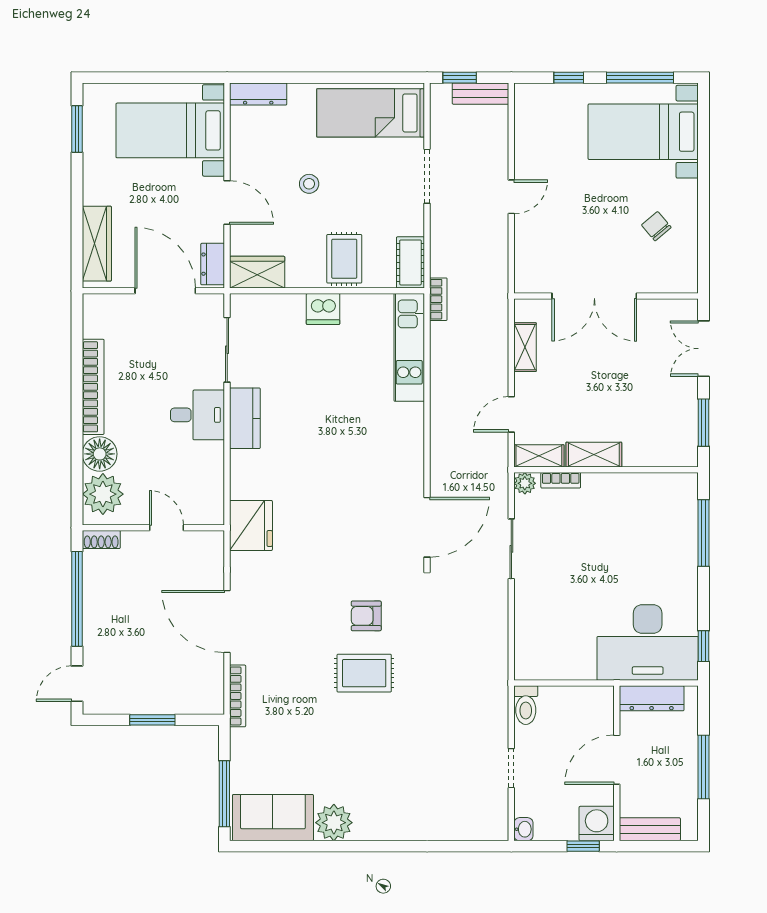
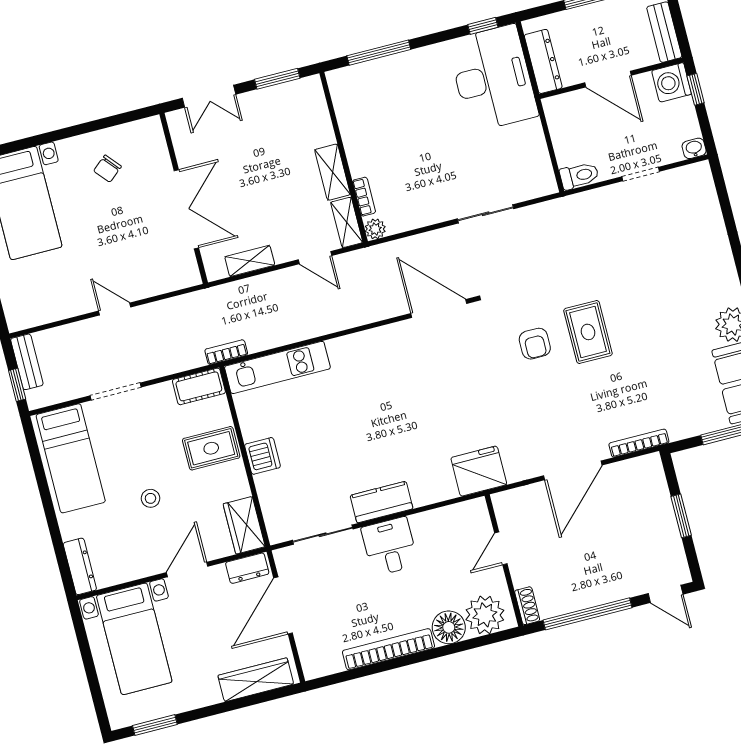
sliding door: (511, 549) -> (486, 214), moved

